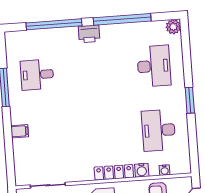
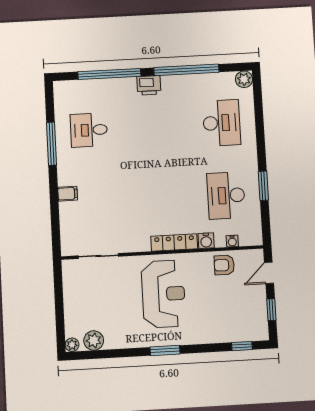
window: (190, 100) -> (263, 186), moved

